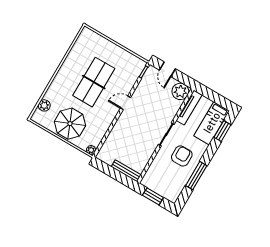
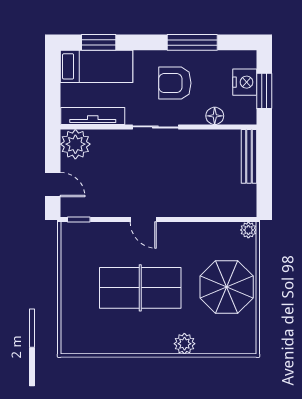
door: (167, 69) -> (53, 185), hinge flipped
plant: (44, 105) -> (184, 344), moved
floor lamp: (155, 166) -> (215, 116), added
nightstand: (163, 190) -> (245, 82), added

